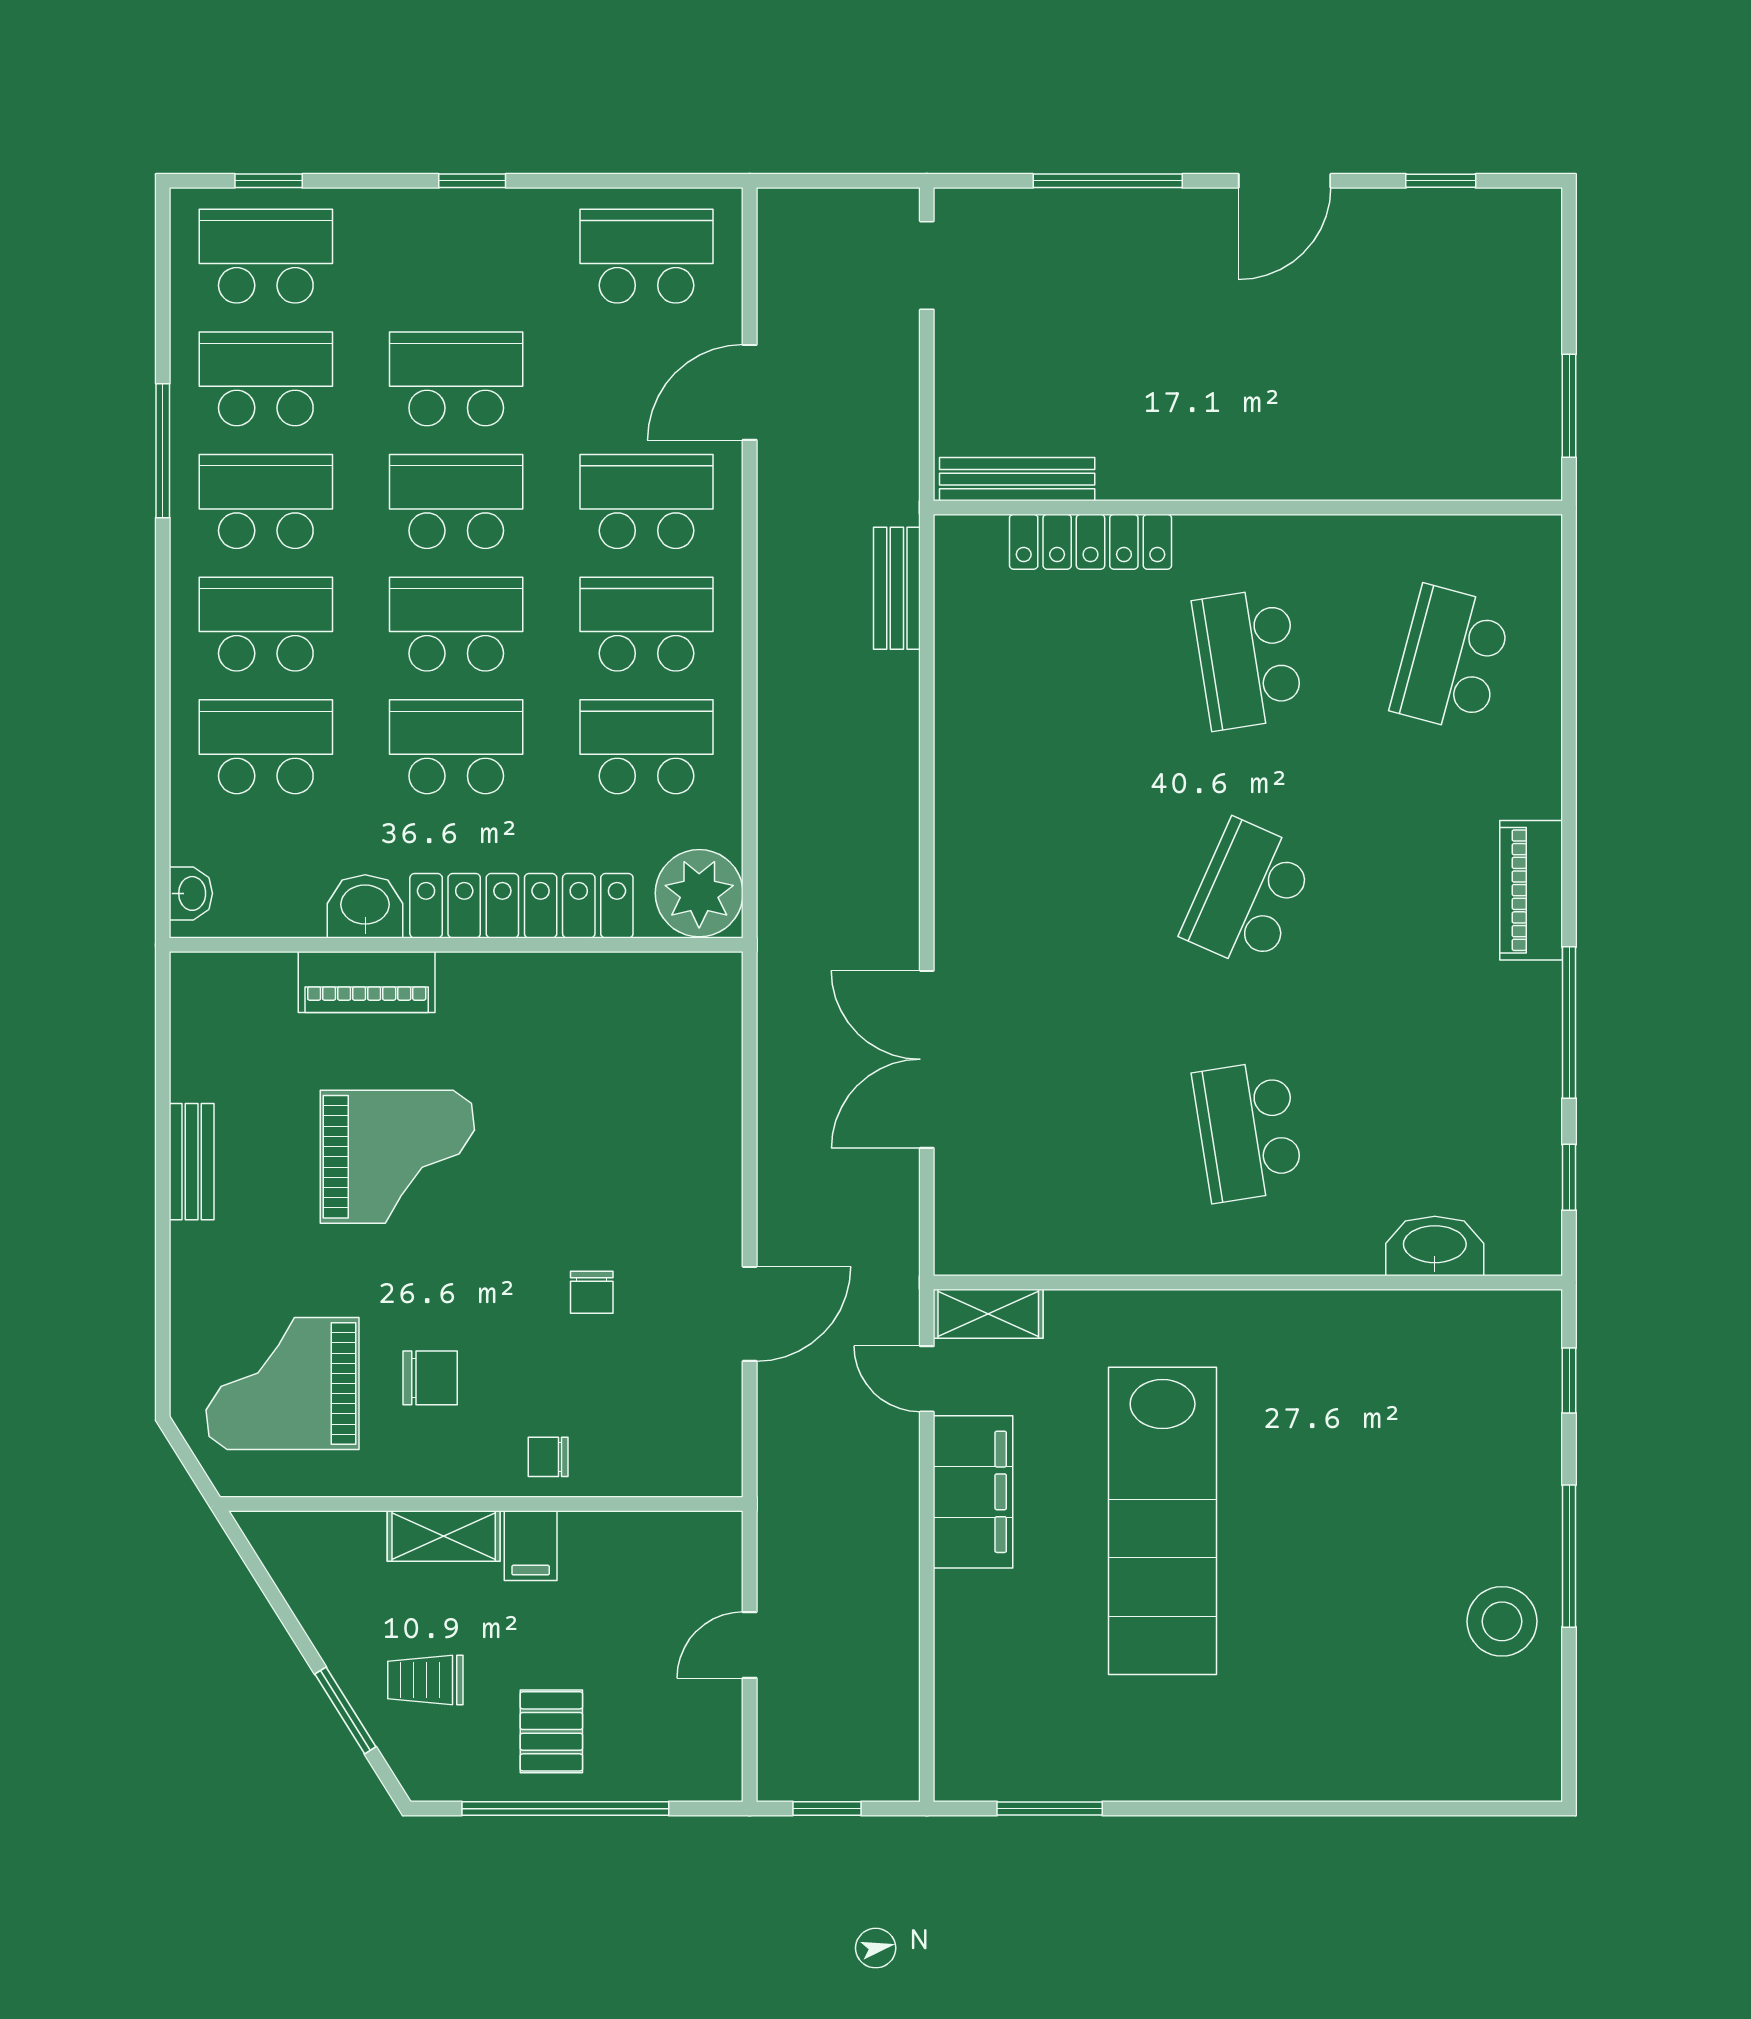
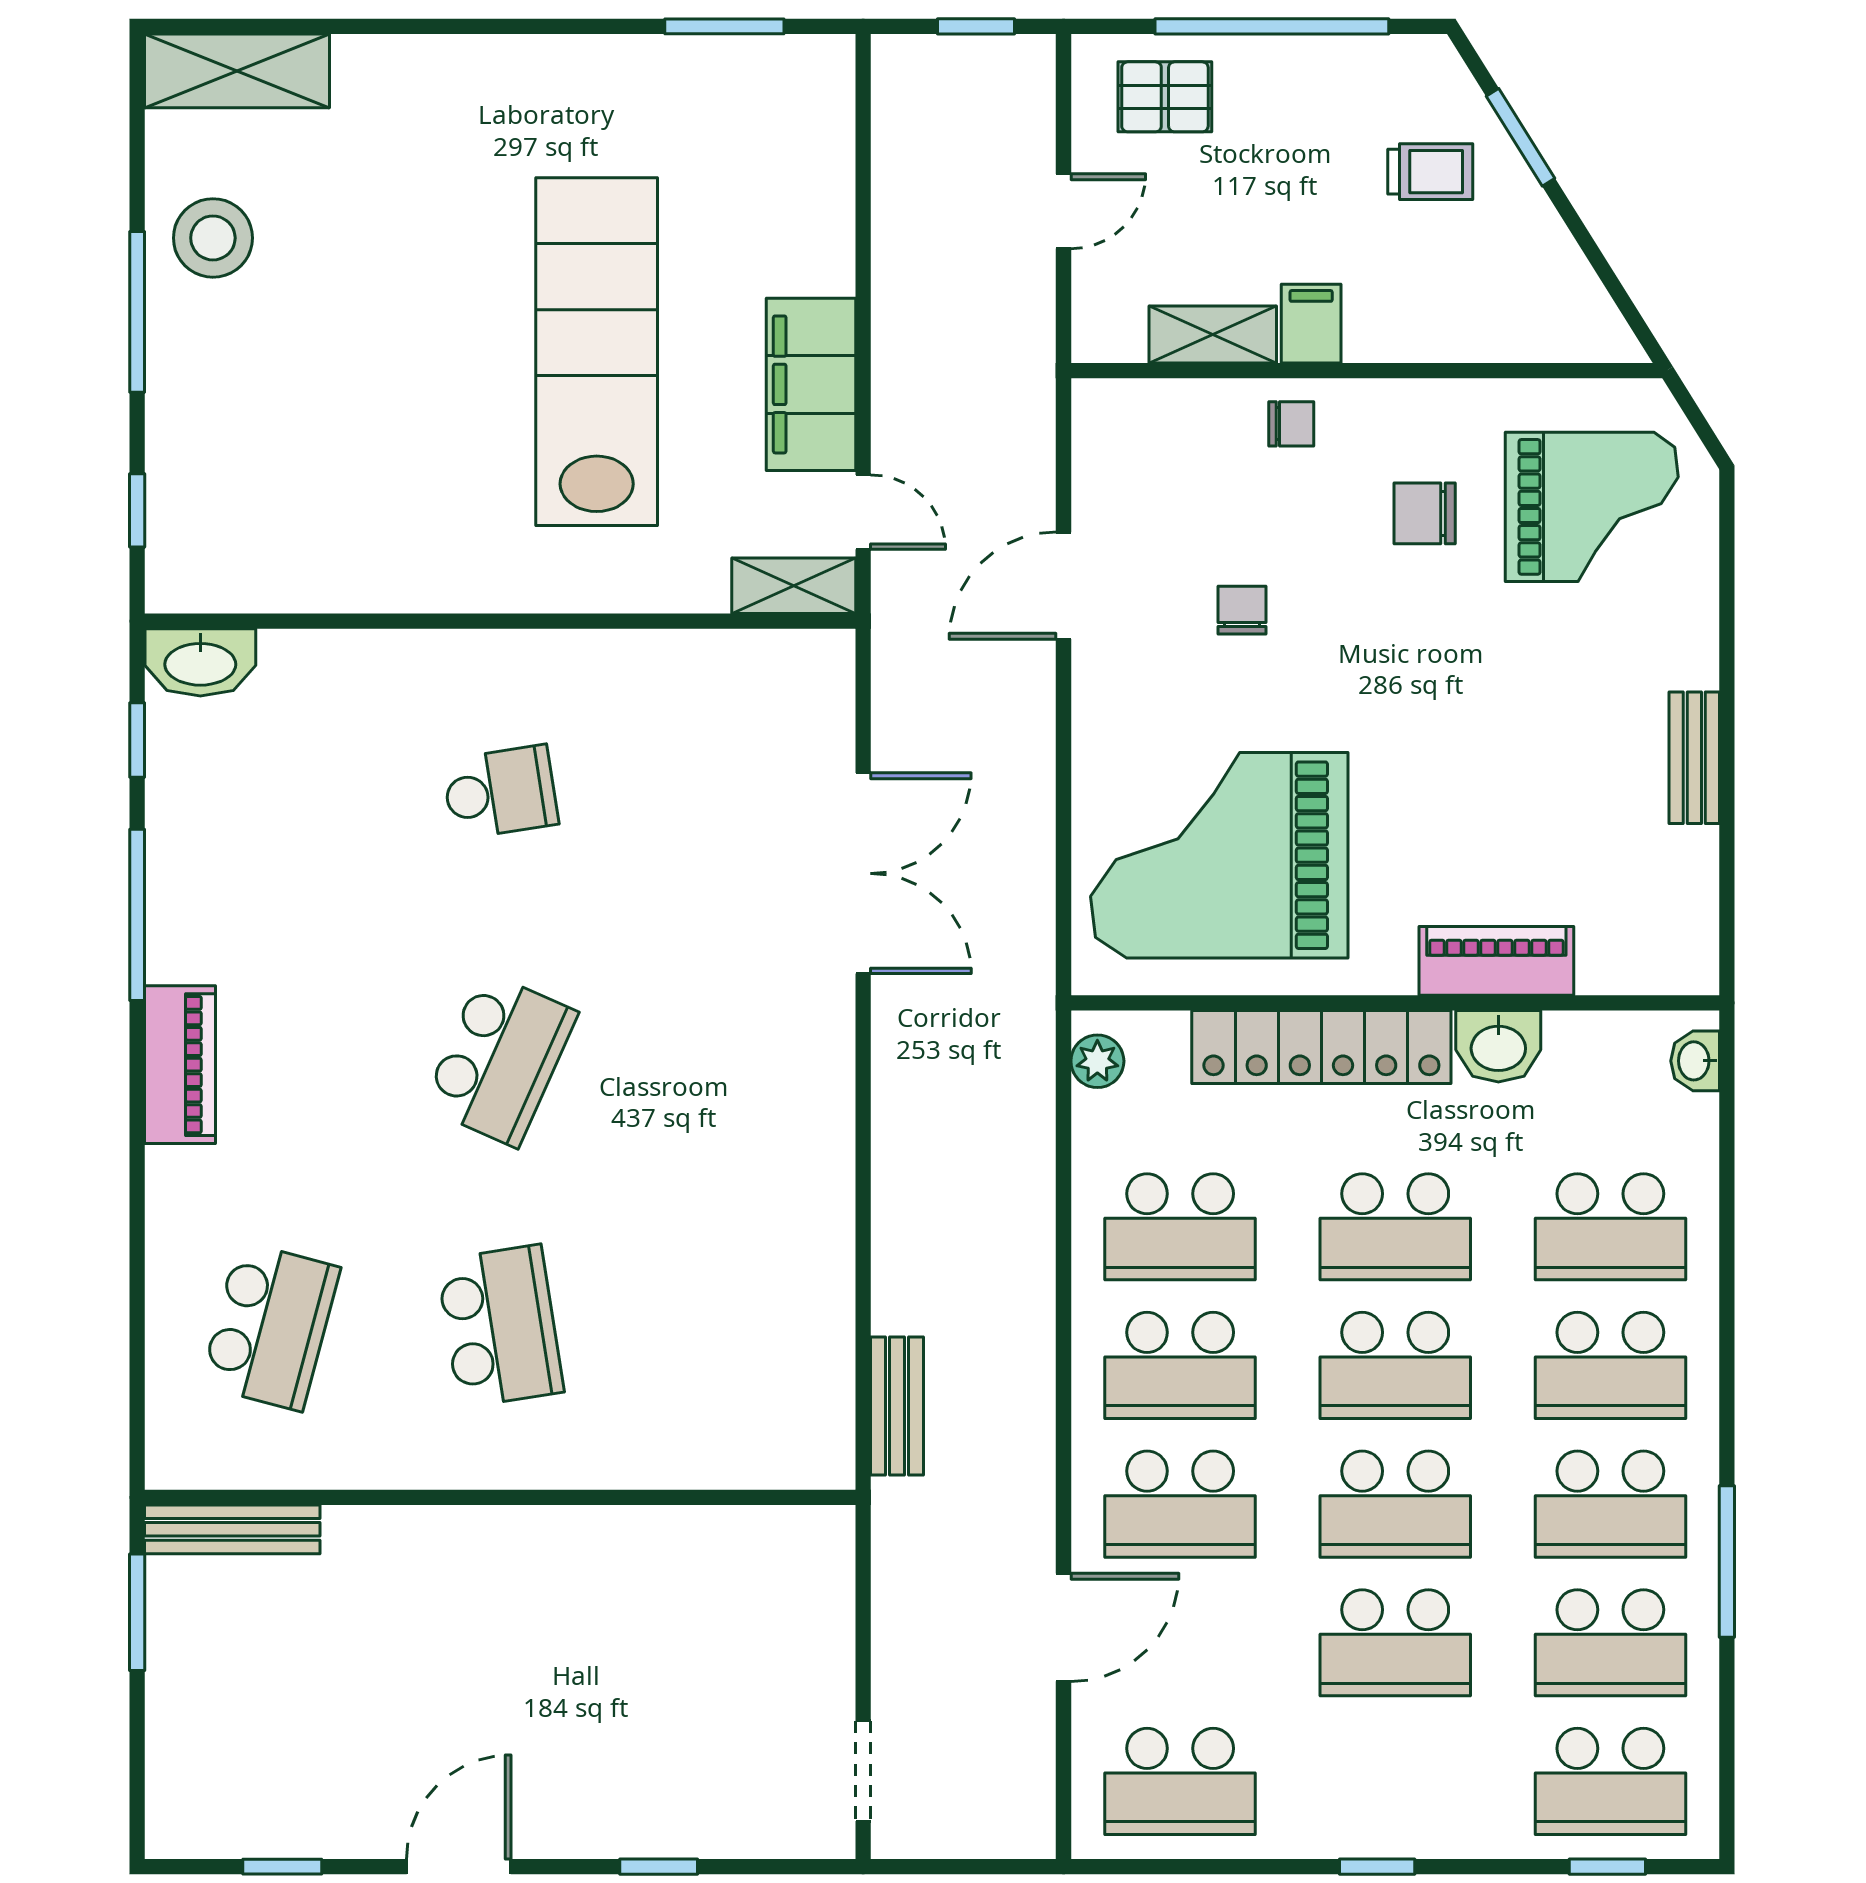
window: (1108, 181) -> (659, 1867), width x0.46
bench: (1017, 479) -> (232, 1529), moved
locker: (1091, 542) -> (678, 1459), removed
plant: (699, 893) -> (1097, 1061), width x0.53, depth x0.53
school desk: (1248, 1131) -> (500, 792), width x0.54
grand piano: (397, 1157) -> (1219, 855), moved, width x1.37, depth x1.48
washbasin: (1435, 1246) -> (200, 662), moved
shelving: (444, 1536) -> (1213, 335), moved
pallet: (551, 1731) -> (1165, 97), moved, turned 90
shelving: (1481, 1769) -> (237, 71), added

